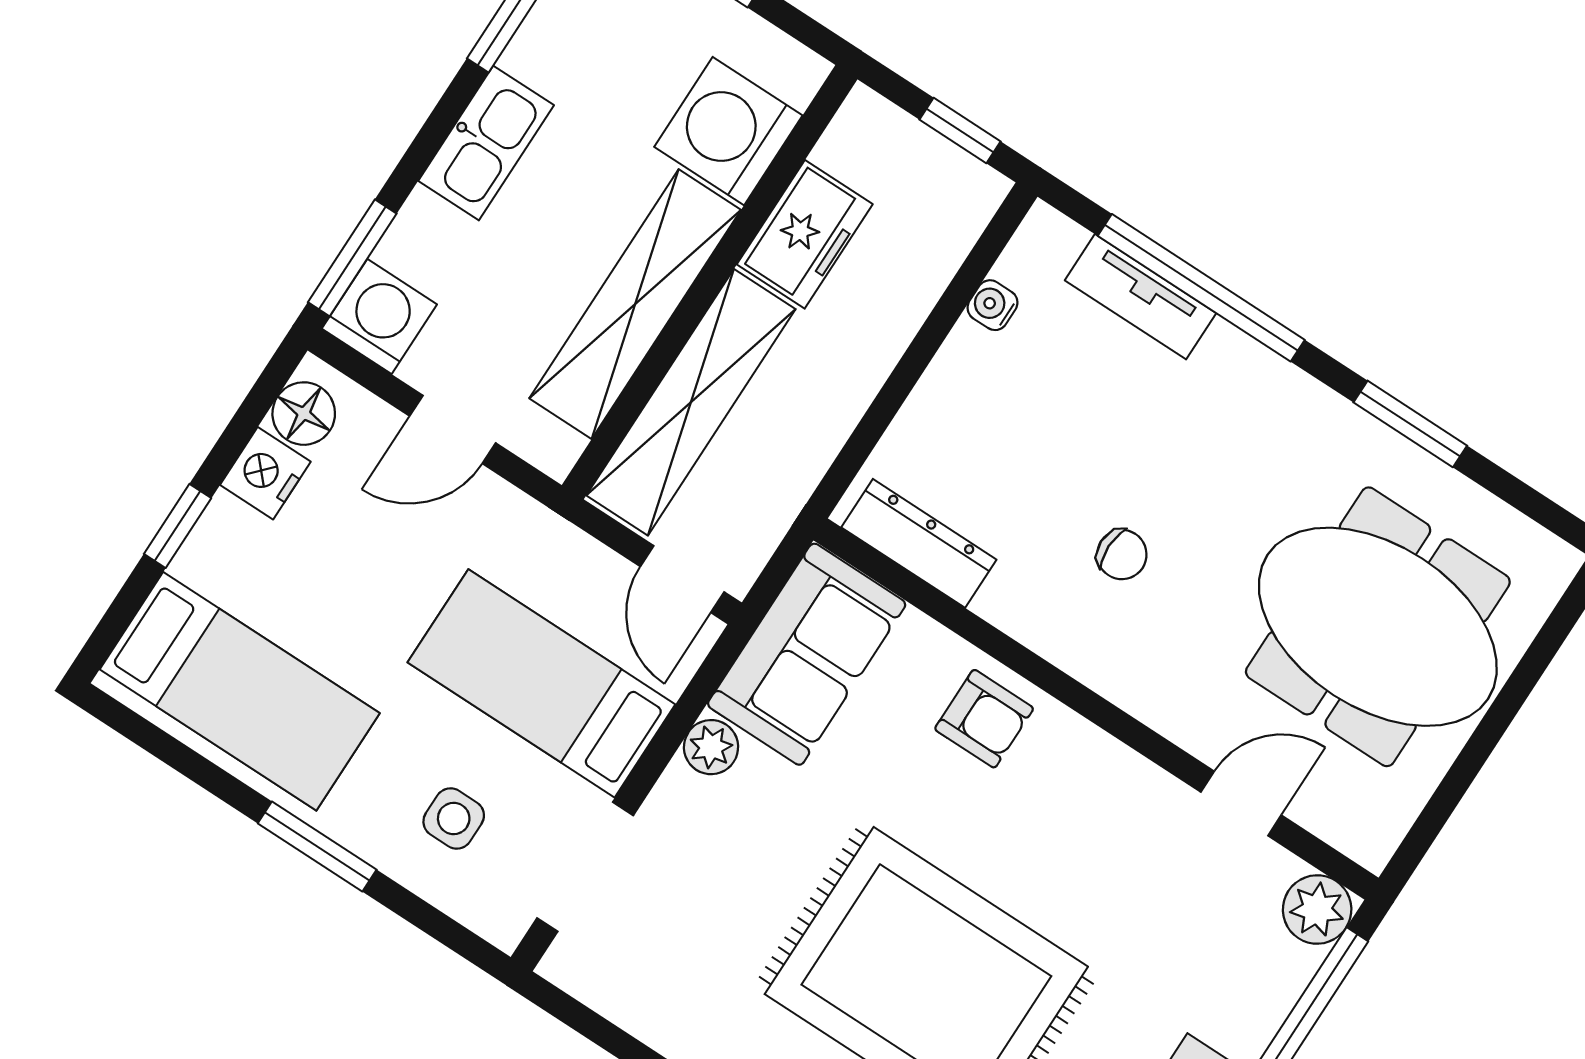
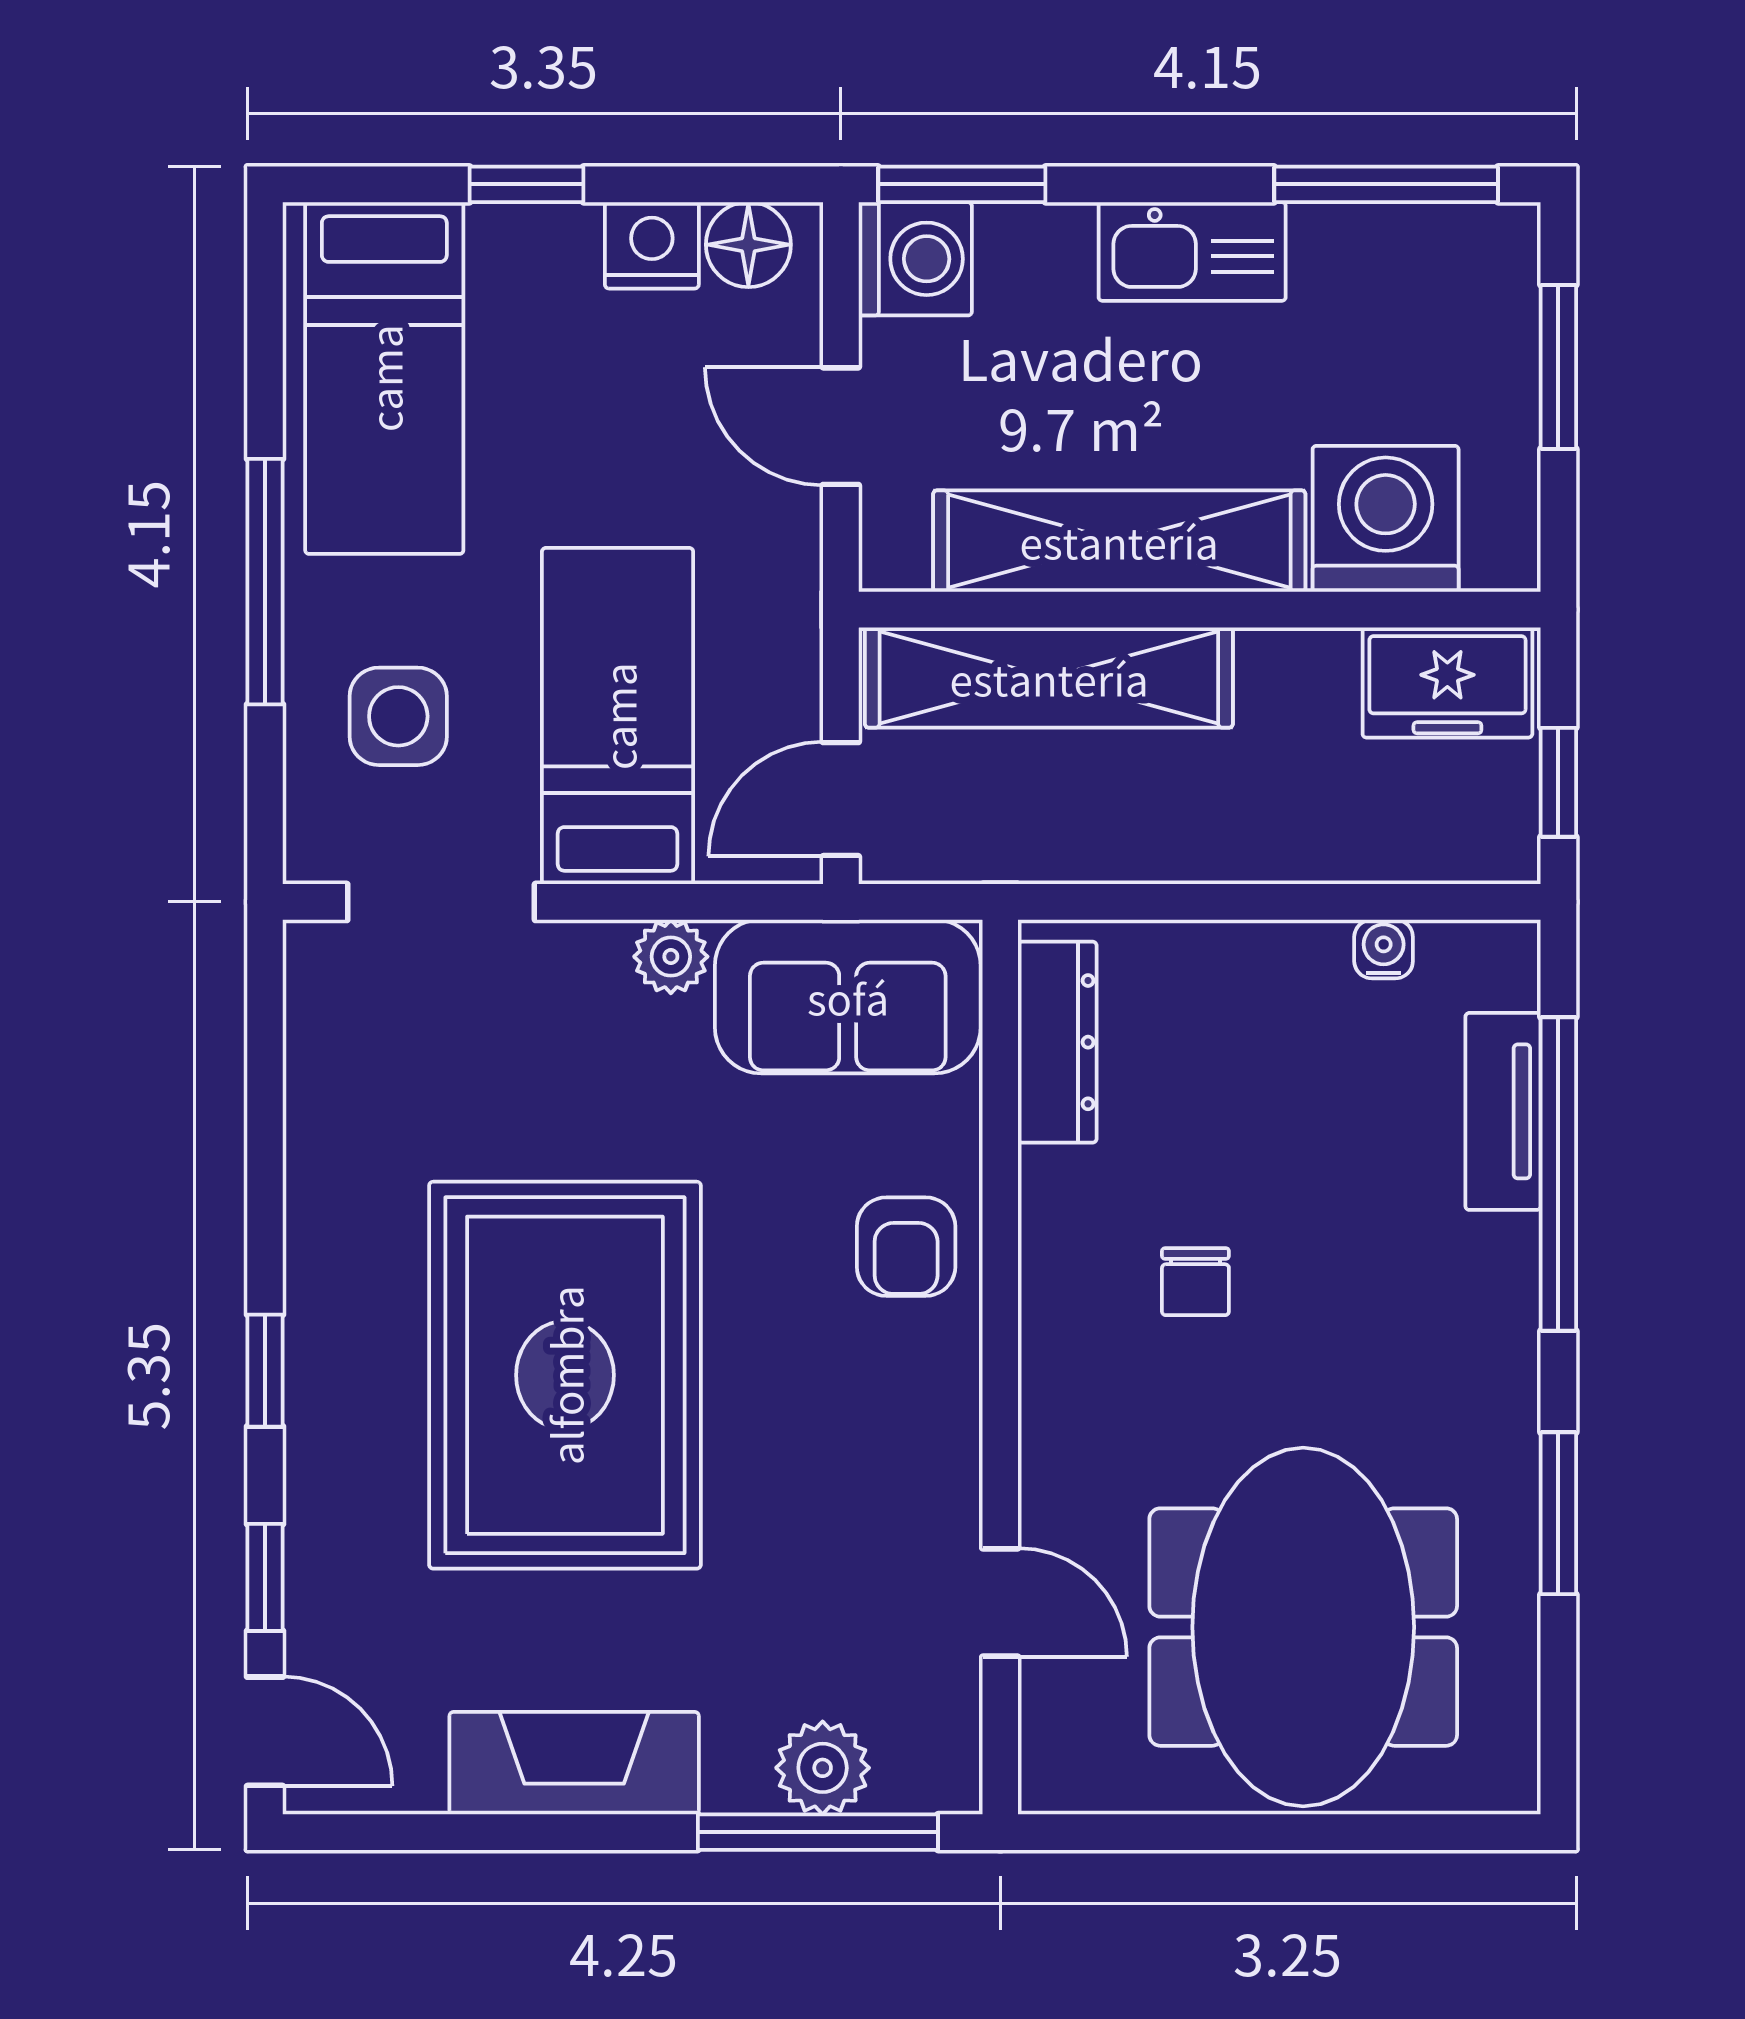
freezer: (805, 234) -> (1447, 683), moved
side table: (454, 819) -> (398, 716), width x1.37, depth x1.37
window: (317, 847) -> (265, 582), width x1.44
plant: (1317, 910) -> (823, 1768), moved

